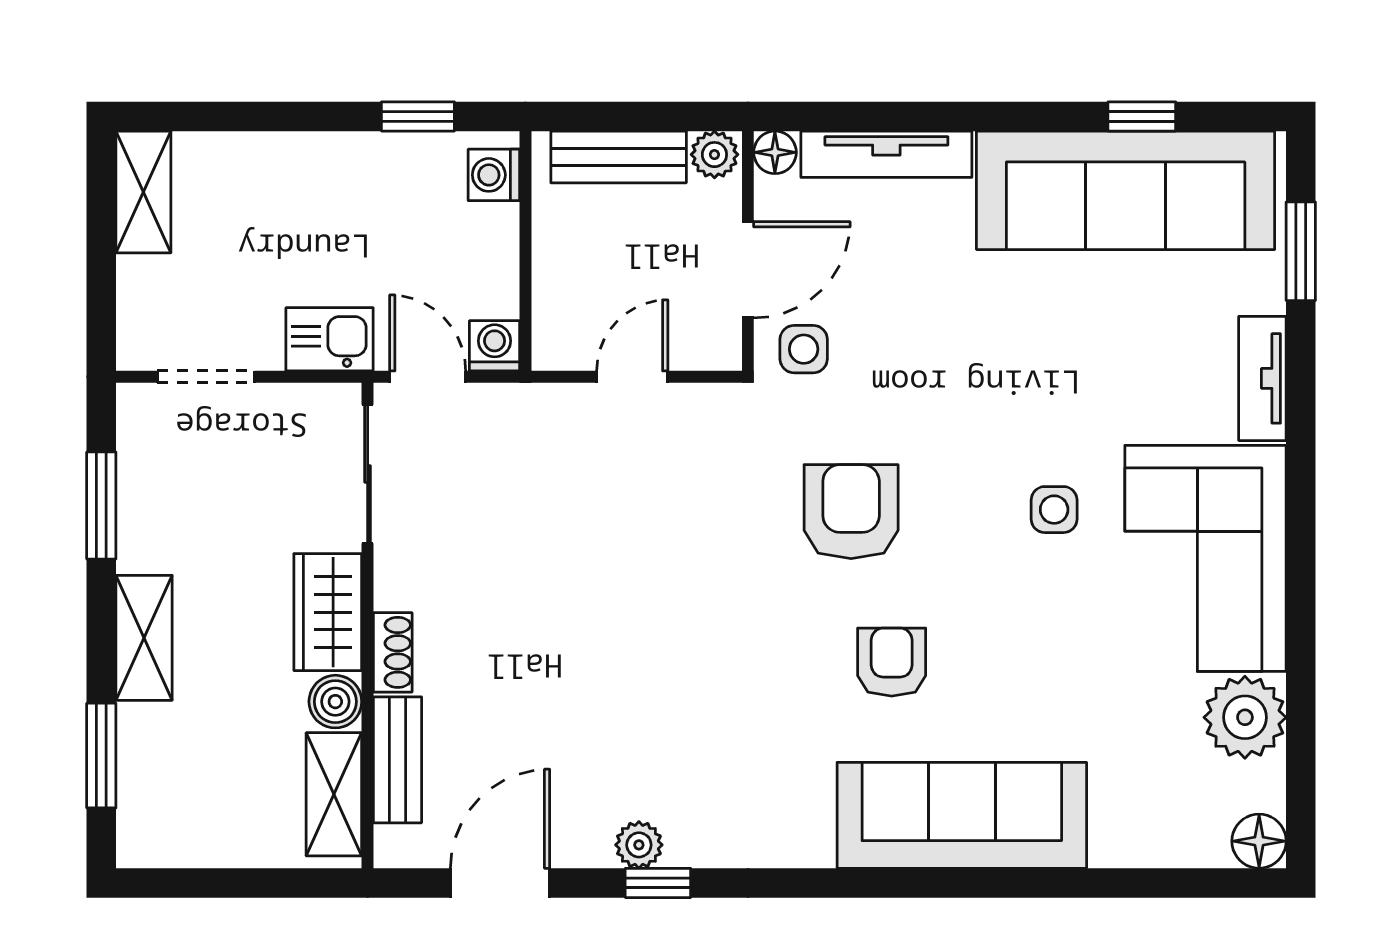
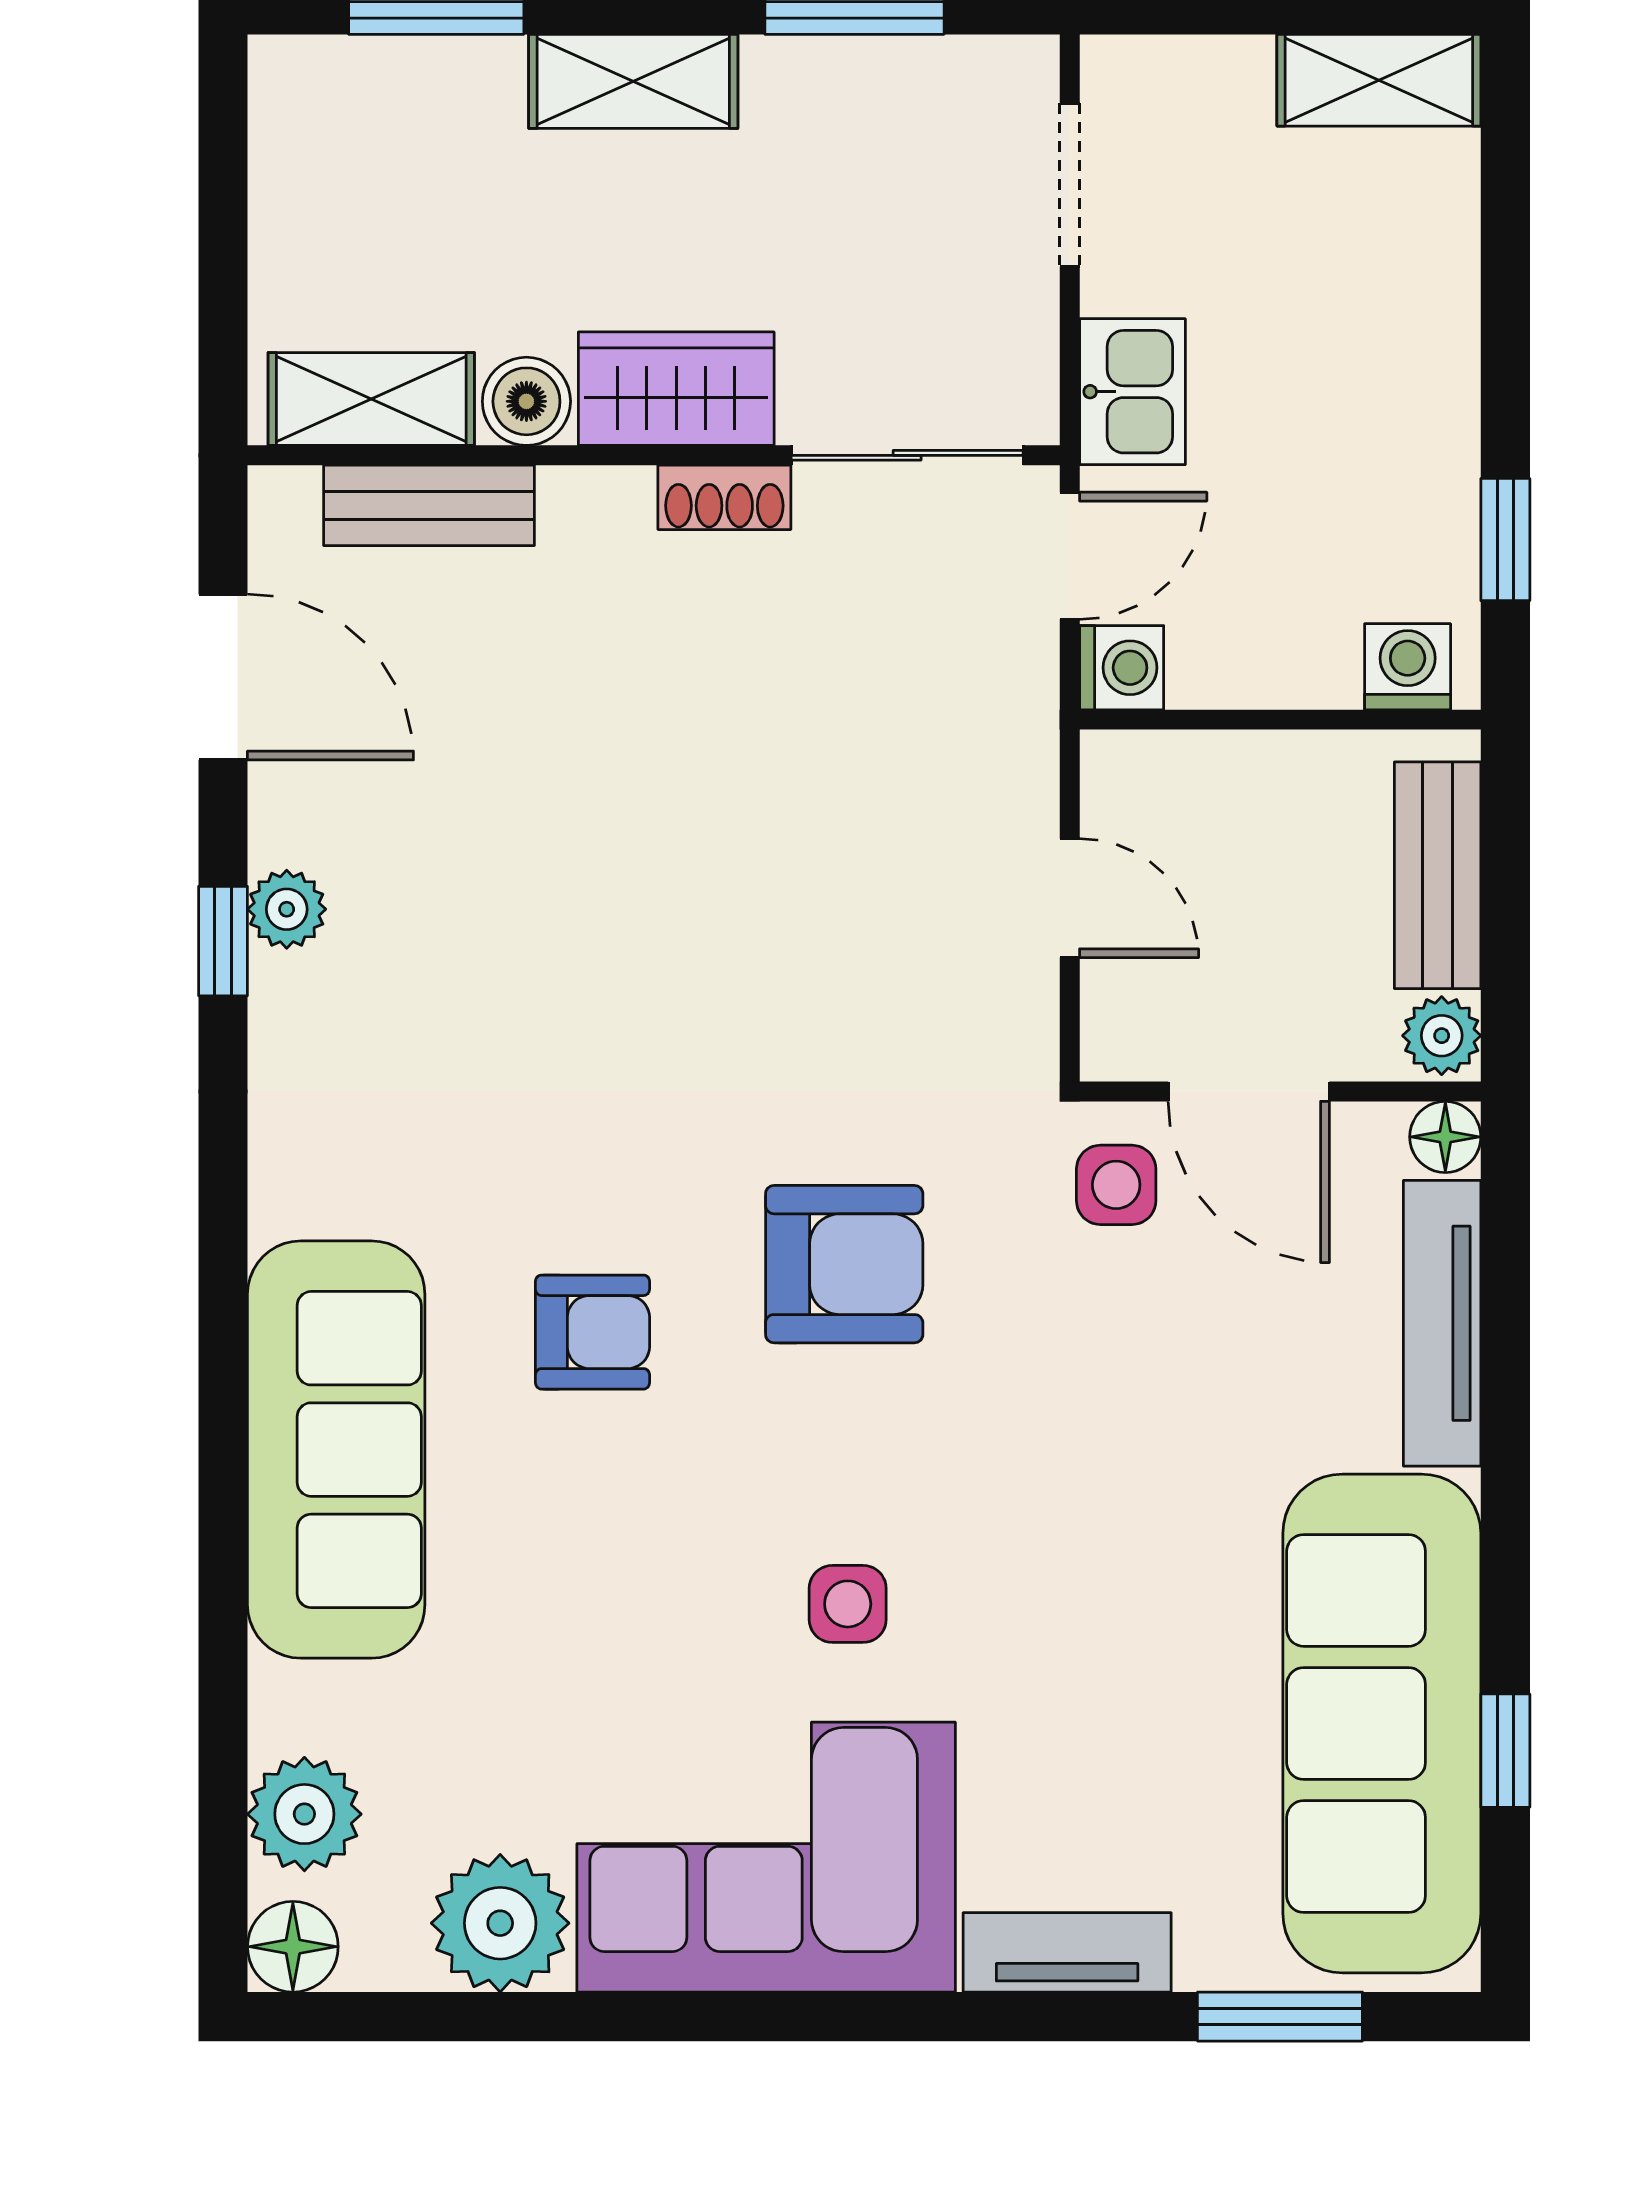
shoe rack: (393, 652) -> (724, 497), moved
plant: (1180, 834) -> (304, 1814), added

